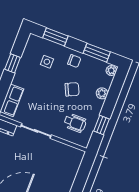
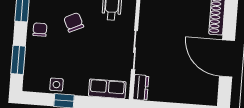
side table: (47, 62) -> (56, 85), moved

